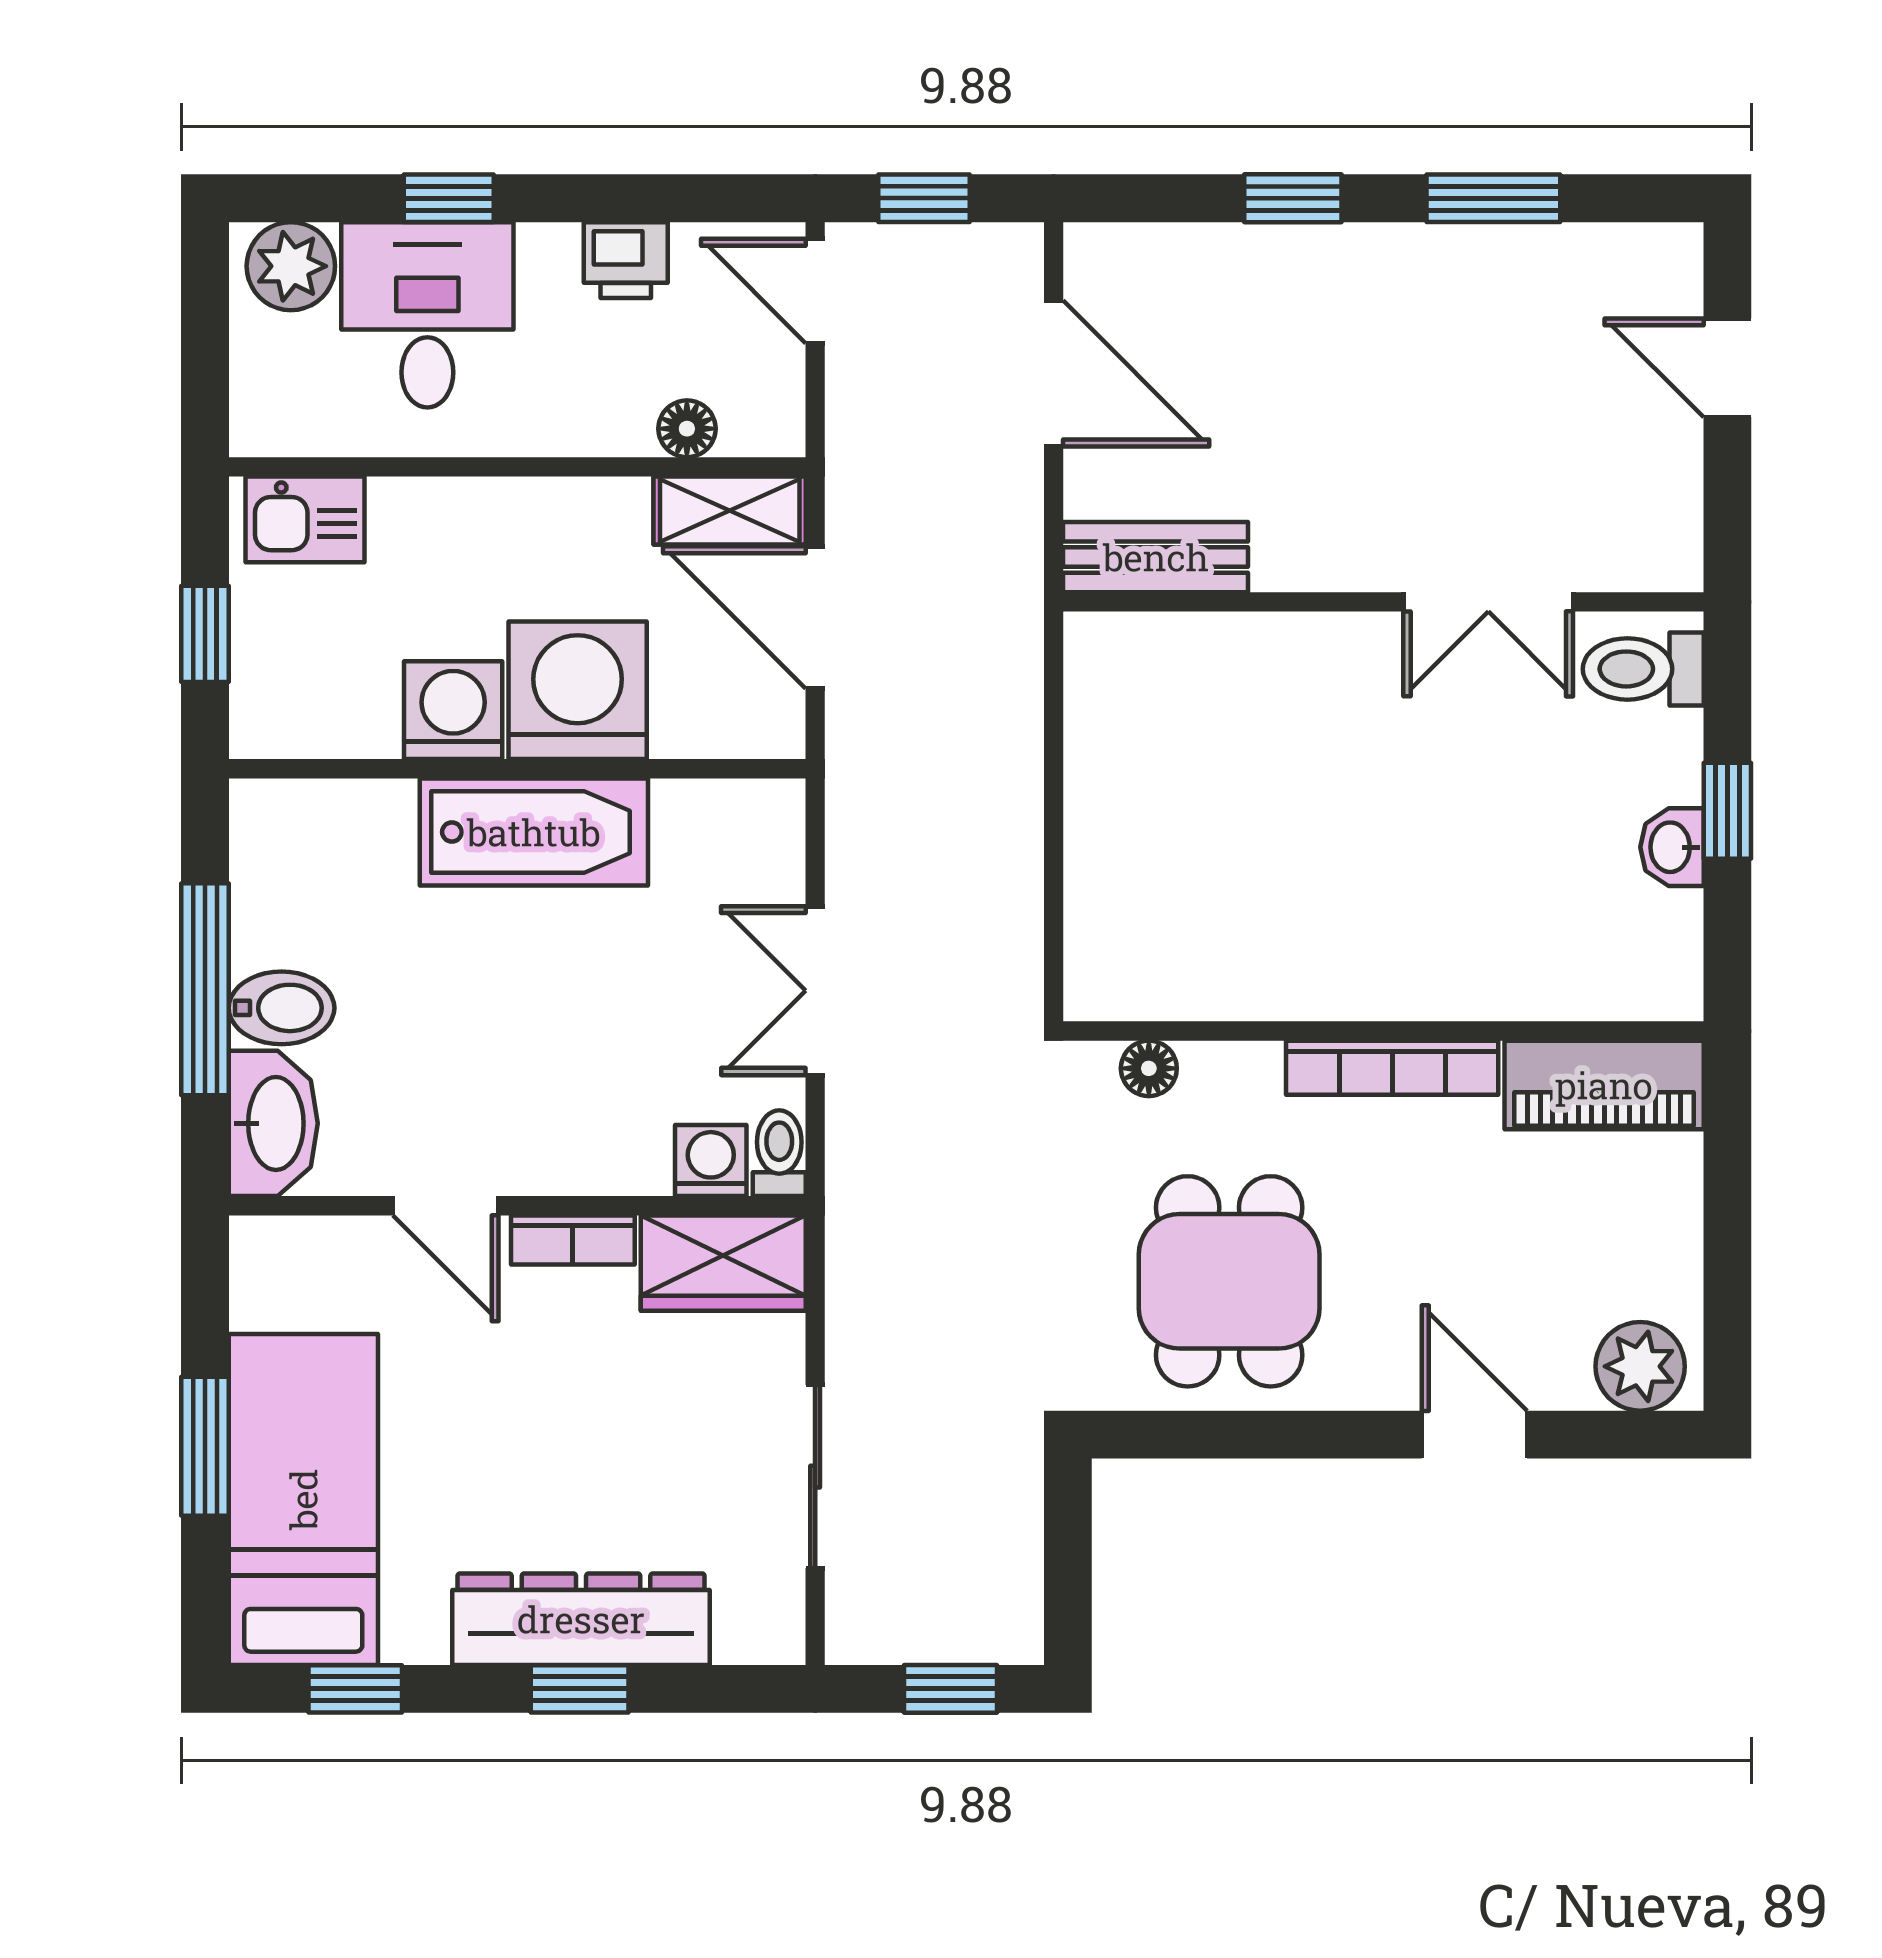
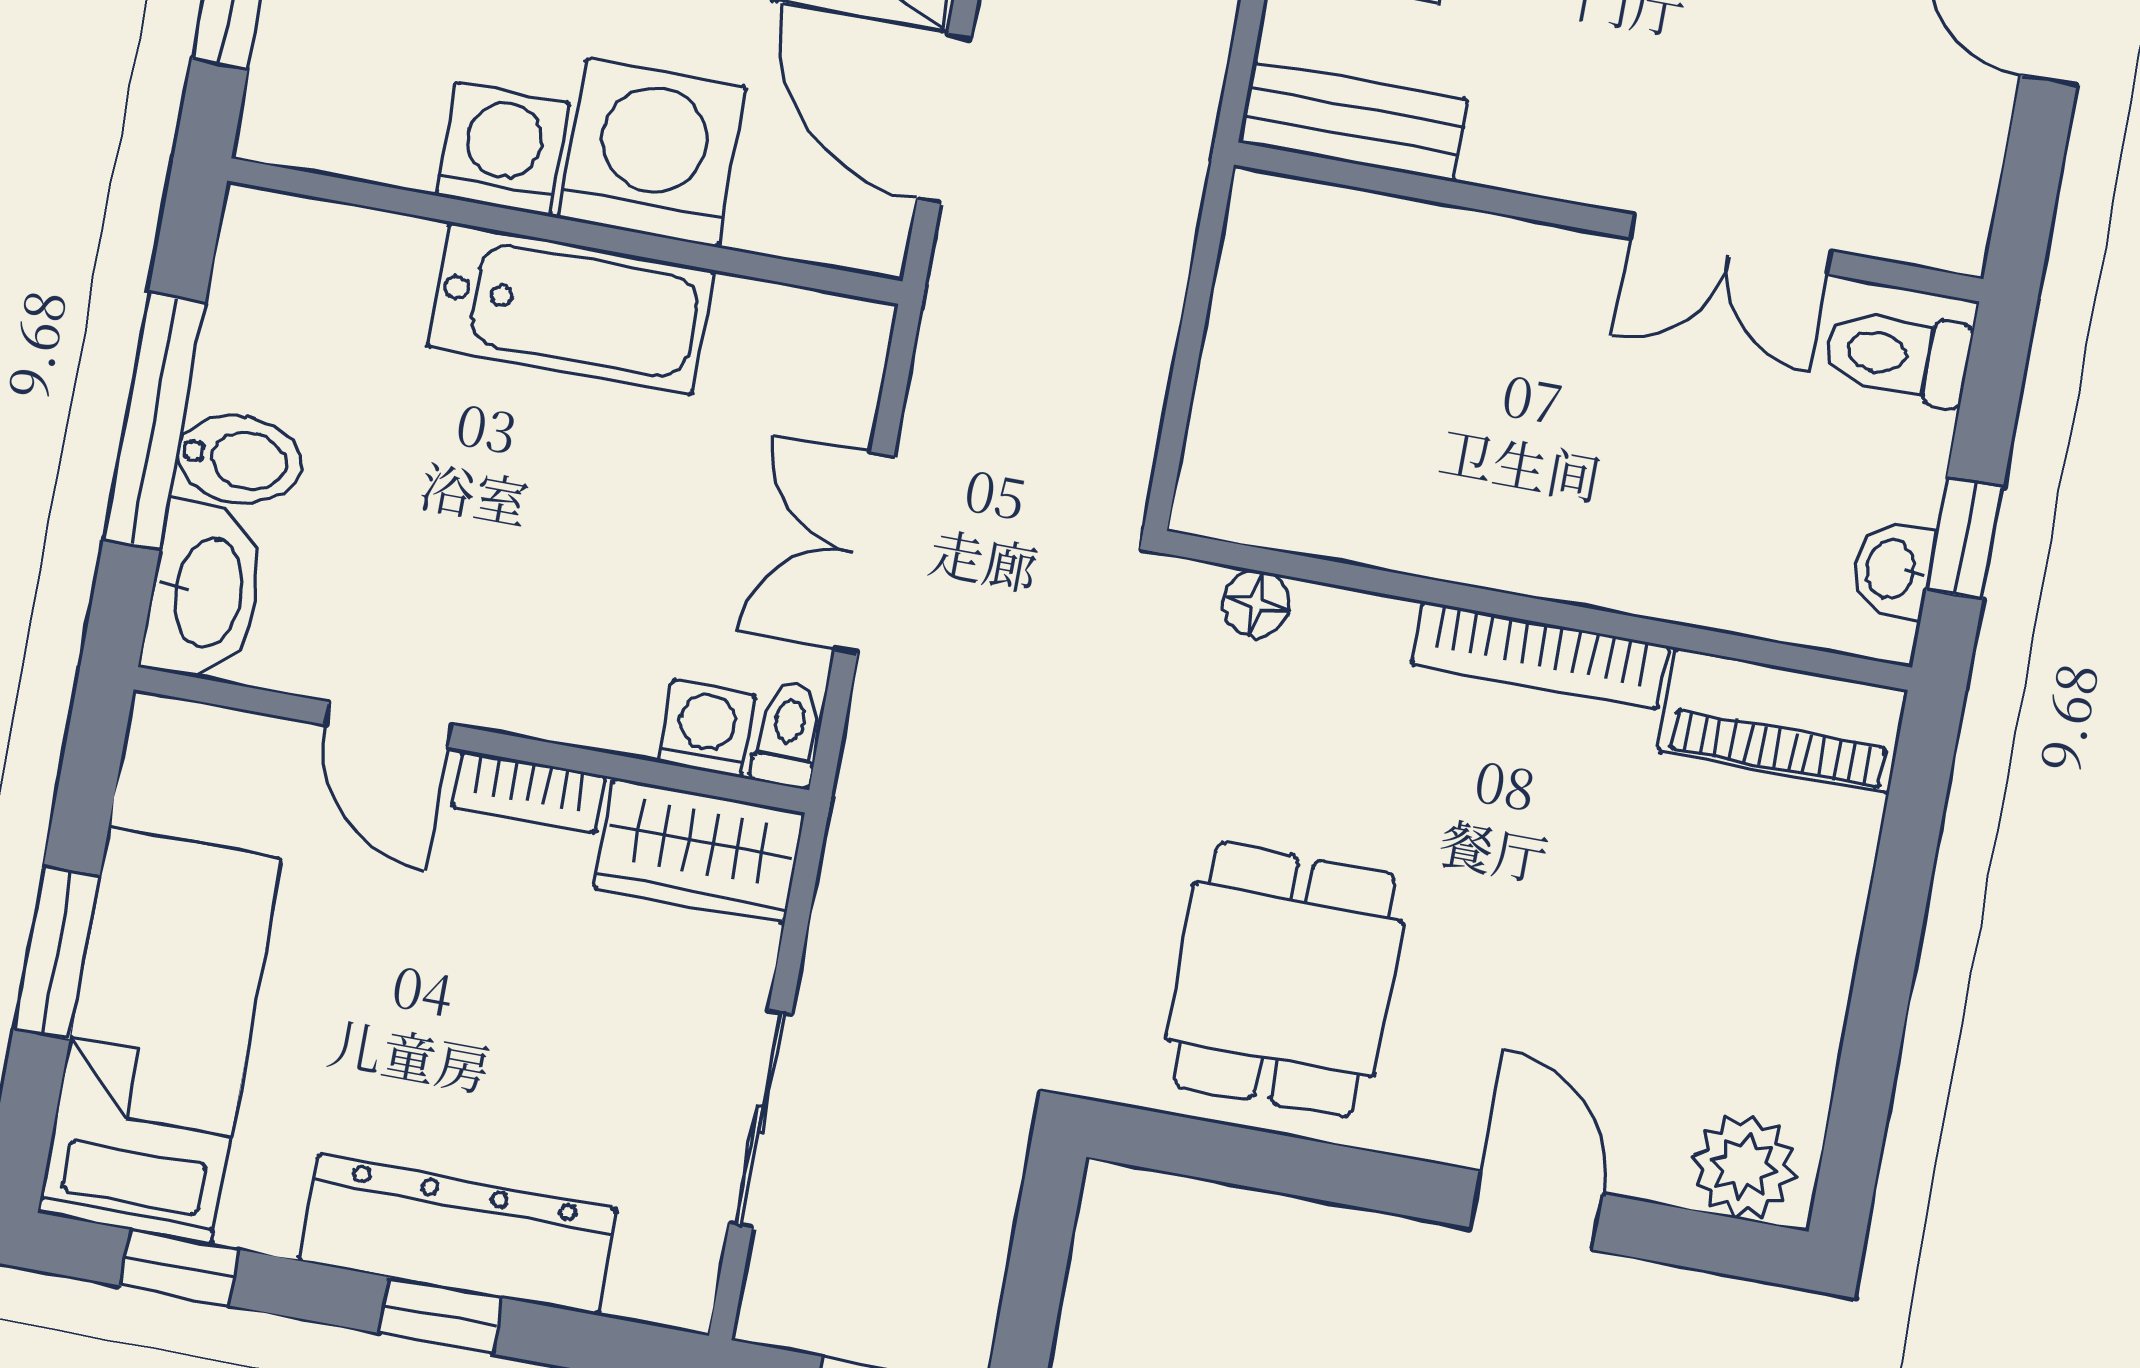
wall: (1383, 1031) -> (1537, 610), moved
floor lamp: (1149, 1068) -> (1256, 604), moved
bookcase: (1392, 1068) -> (1540, 655), moved
piano: (1604, 1085) -> (1783, 720), moved

